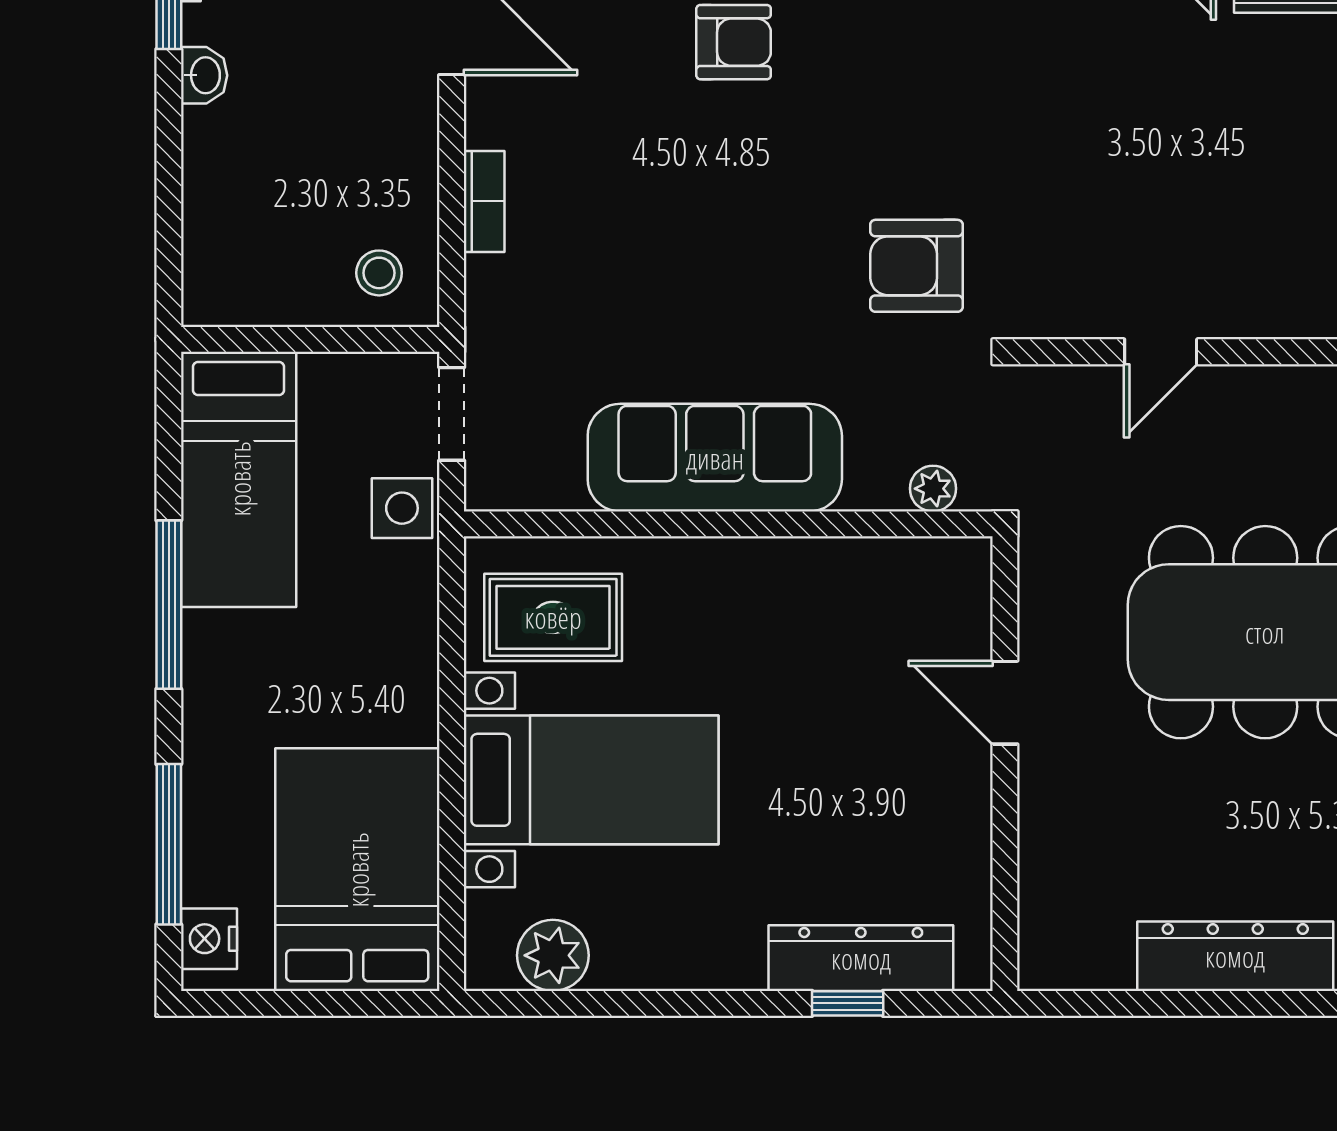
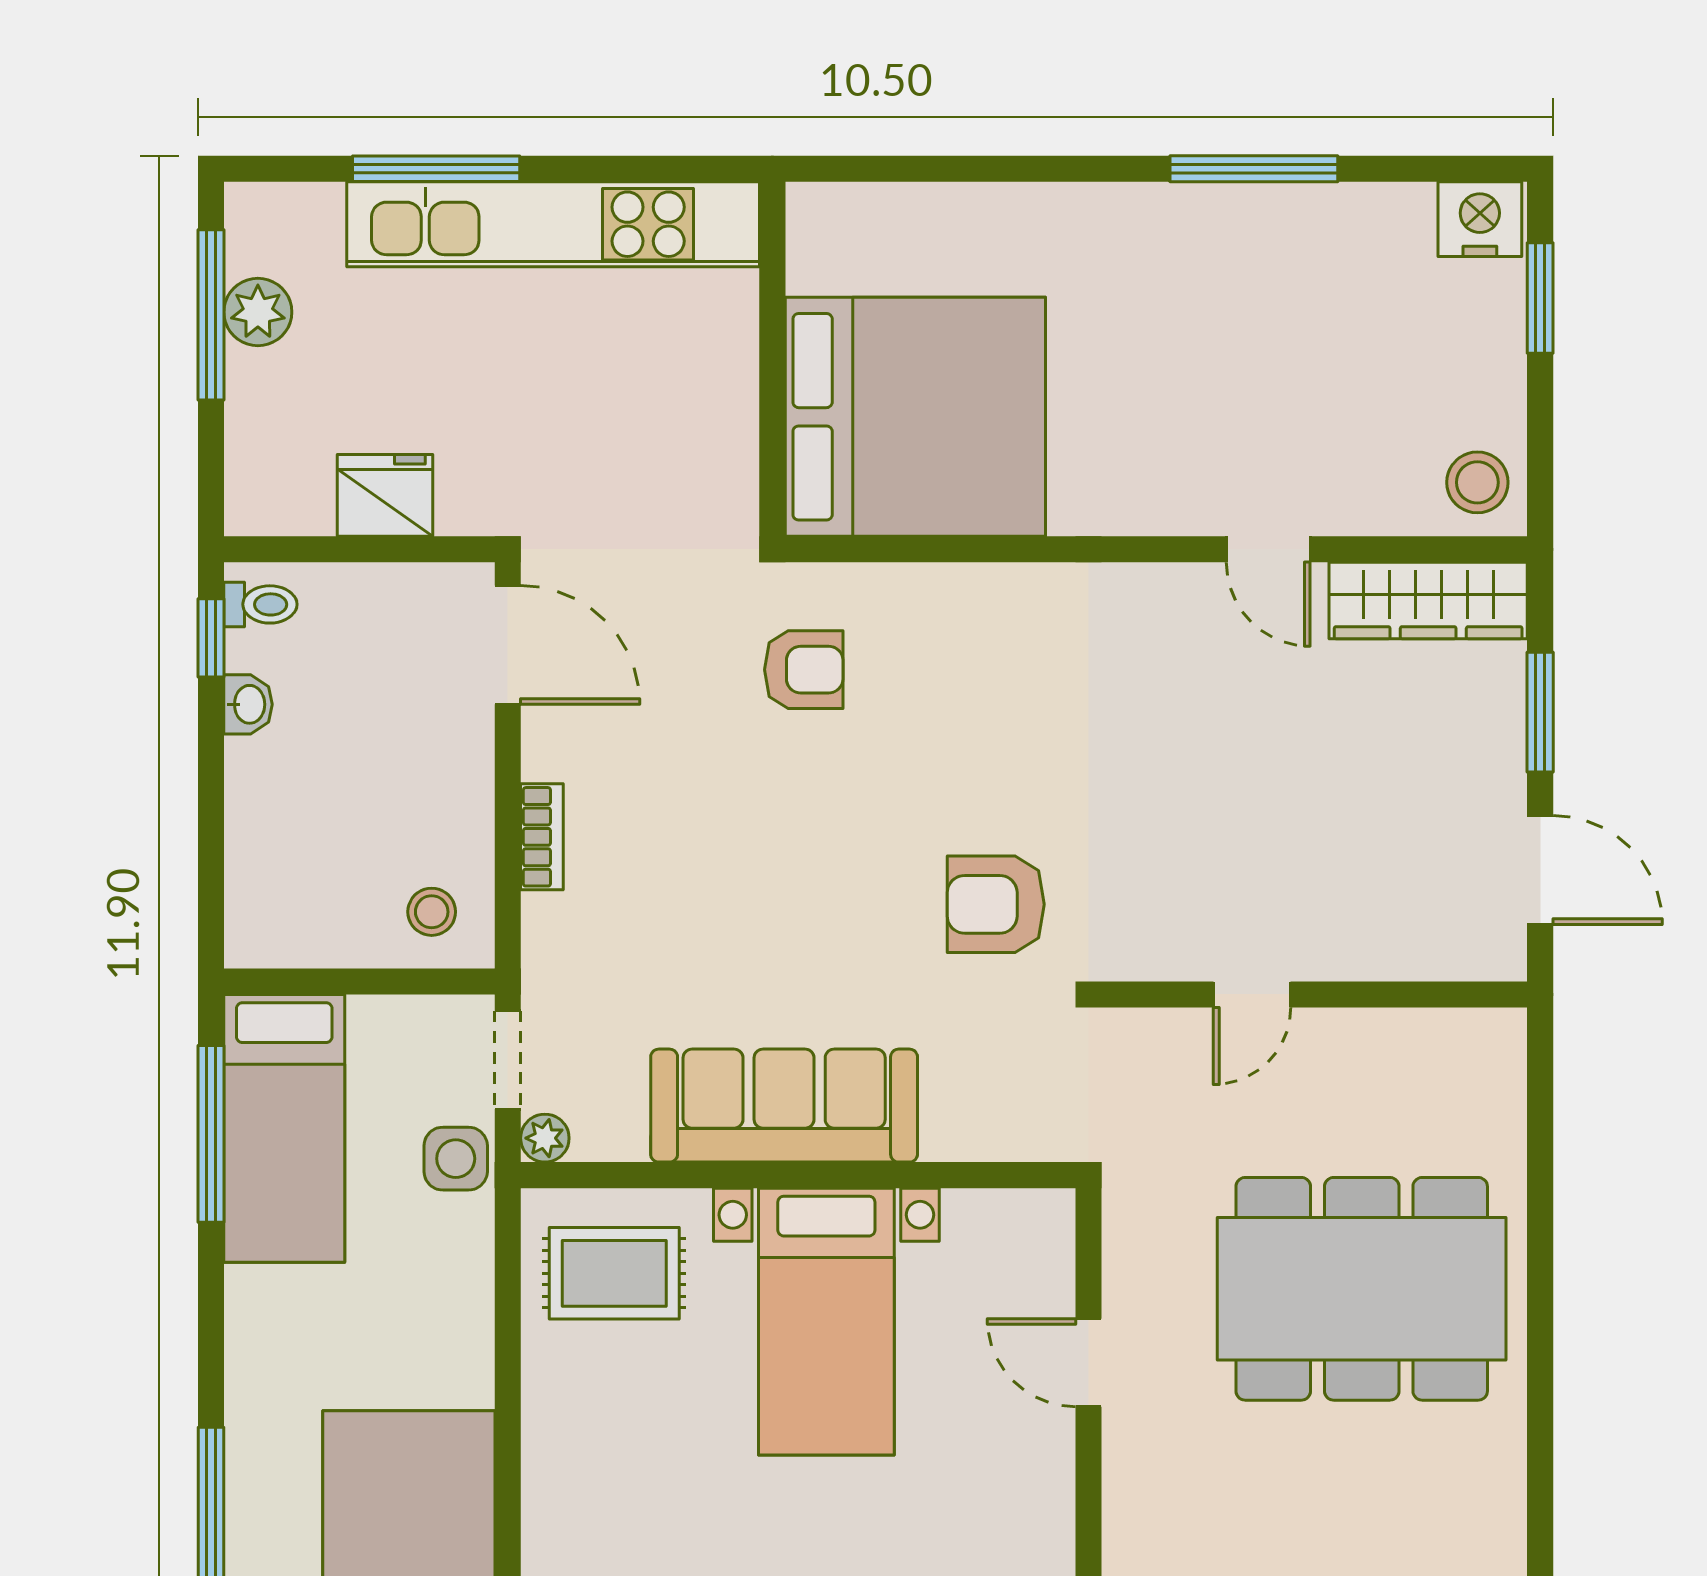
plant: (933, 489) -> (545, 1138), moved
window: (169, 605) -> (211, 1134), moved
bed with nightstands: (591, 780) -> (826, 1322), moved, turned 90

